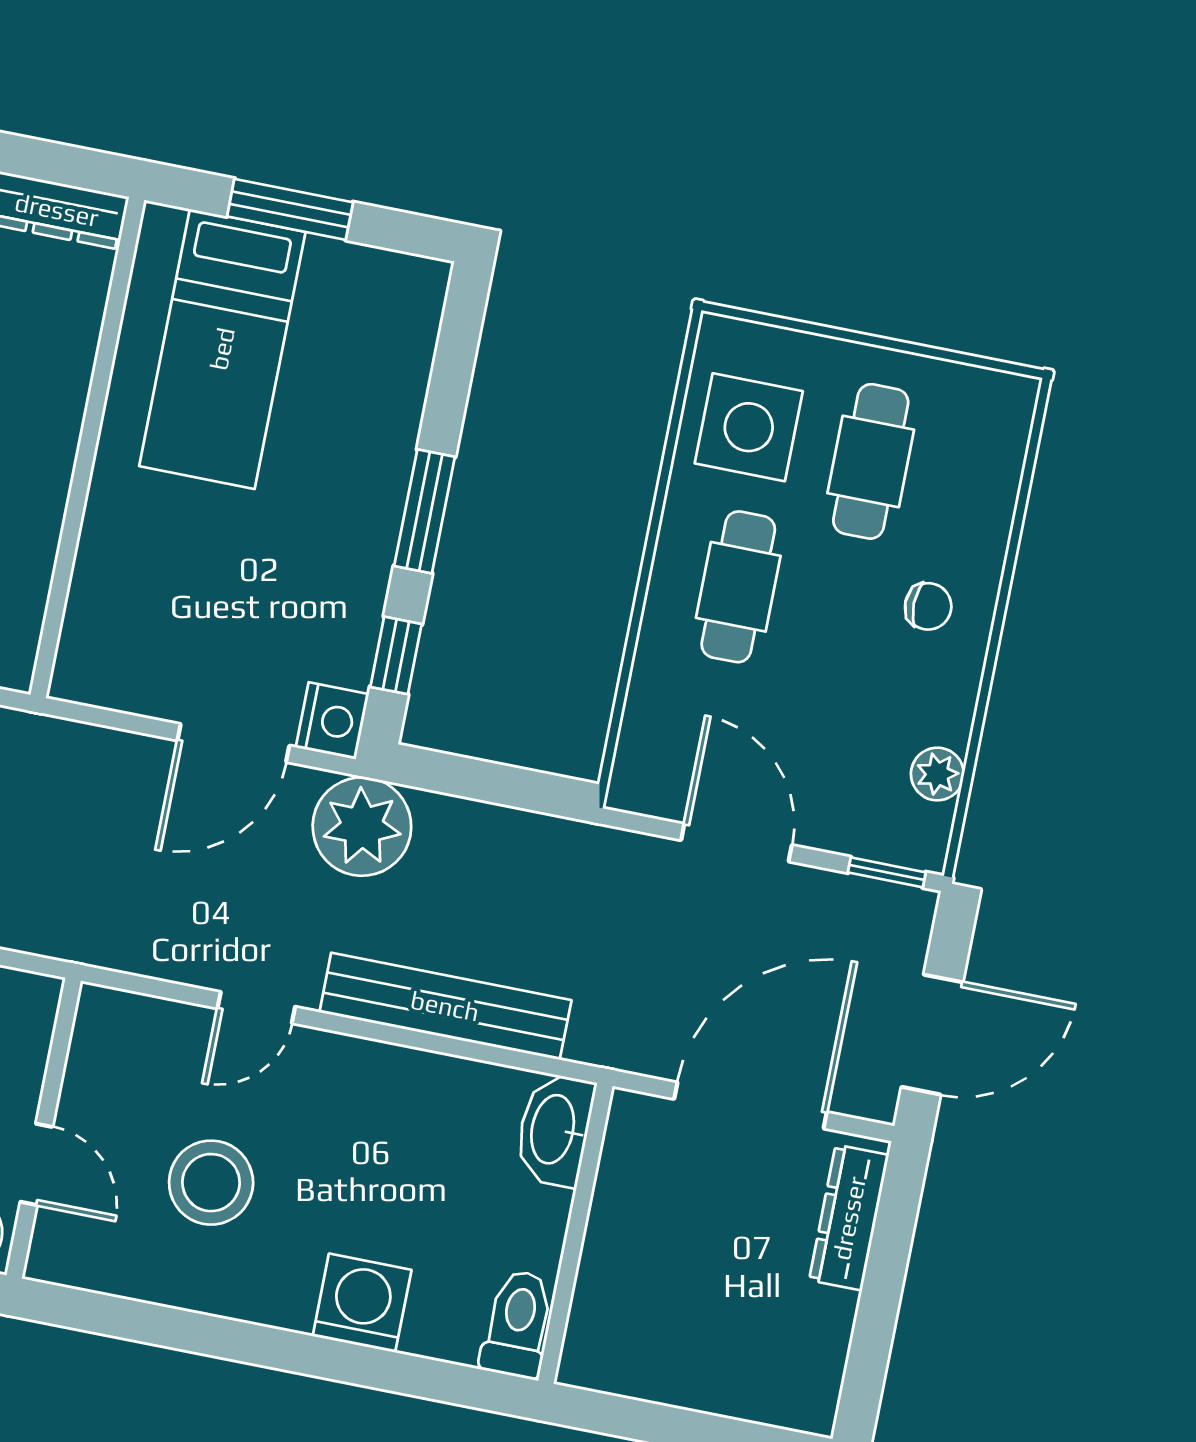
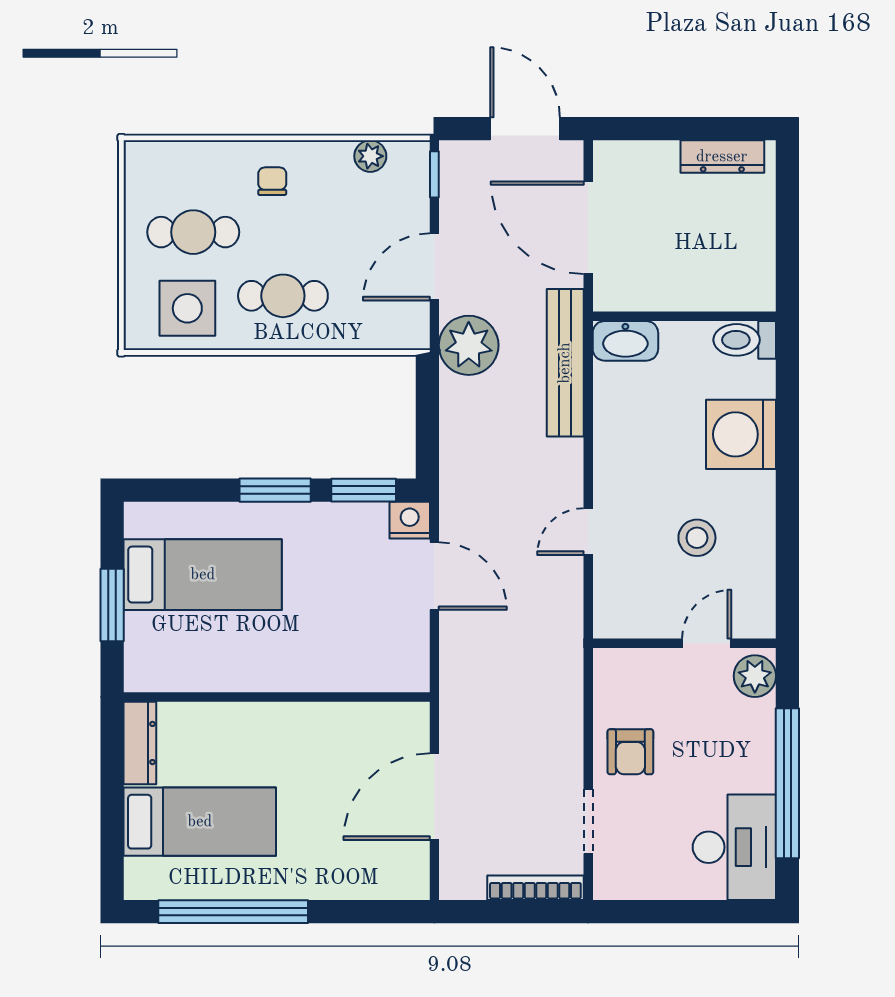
bed: (222, 349) -> (203, 575), moved
window: (396, 655) -> (364, 490), width x1.50
plant: (362, 827) -> (469, 345), moved
bench: (445, 1006) -> (565, 363), moved
door: (256, 1008) -> (588, 532), swing flipped
stool: (211, 1183) -> (697, 538), width x0.73, depth x0.73
dresser: (849, 1218) -> (722, 157), moved
washing machine: (362, 1303) -> (741, 434), width x1.37, depth x1.37

